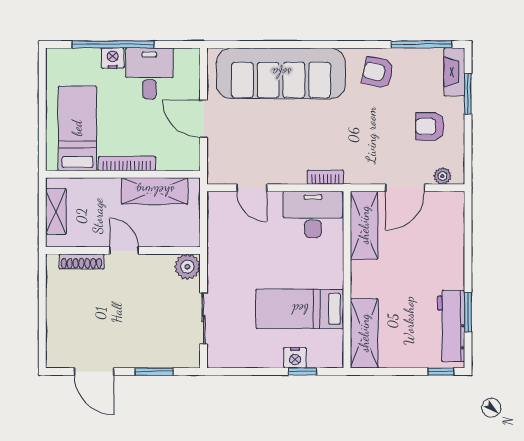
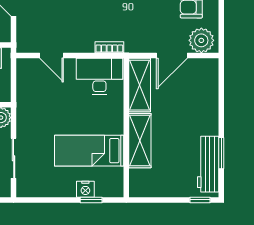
plant: (442, 176) -> (201, 40), width x1.88, depth x1.88
shelving: (364, 333) -> (140, 141), moved

